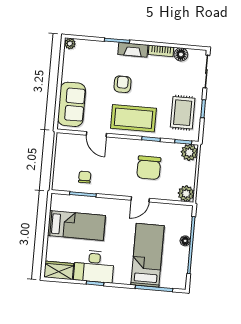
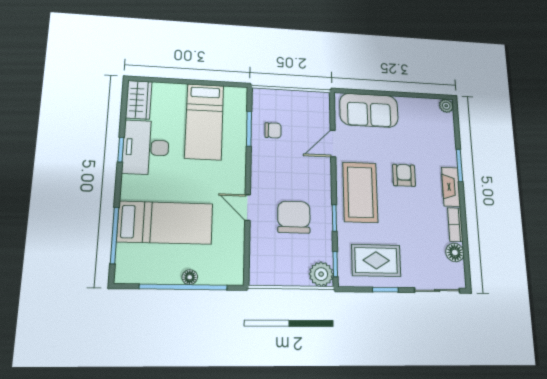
armchair: (123, 84) -> (404, 175), turned -90
chair: (149, 168) -> (294, 217), turned 90
plant: (186, 194) -> (261, 274), removed

